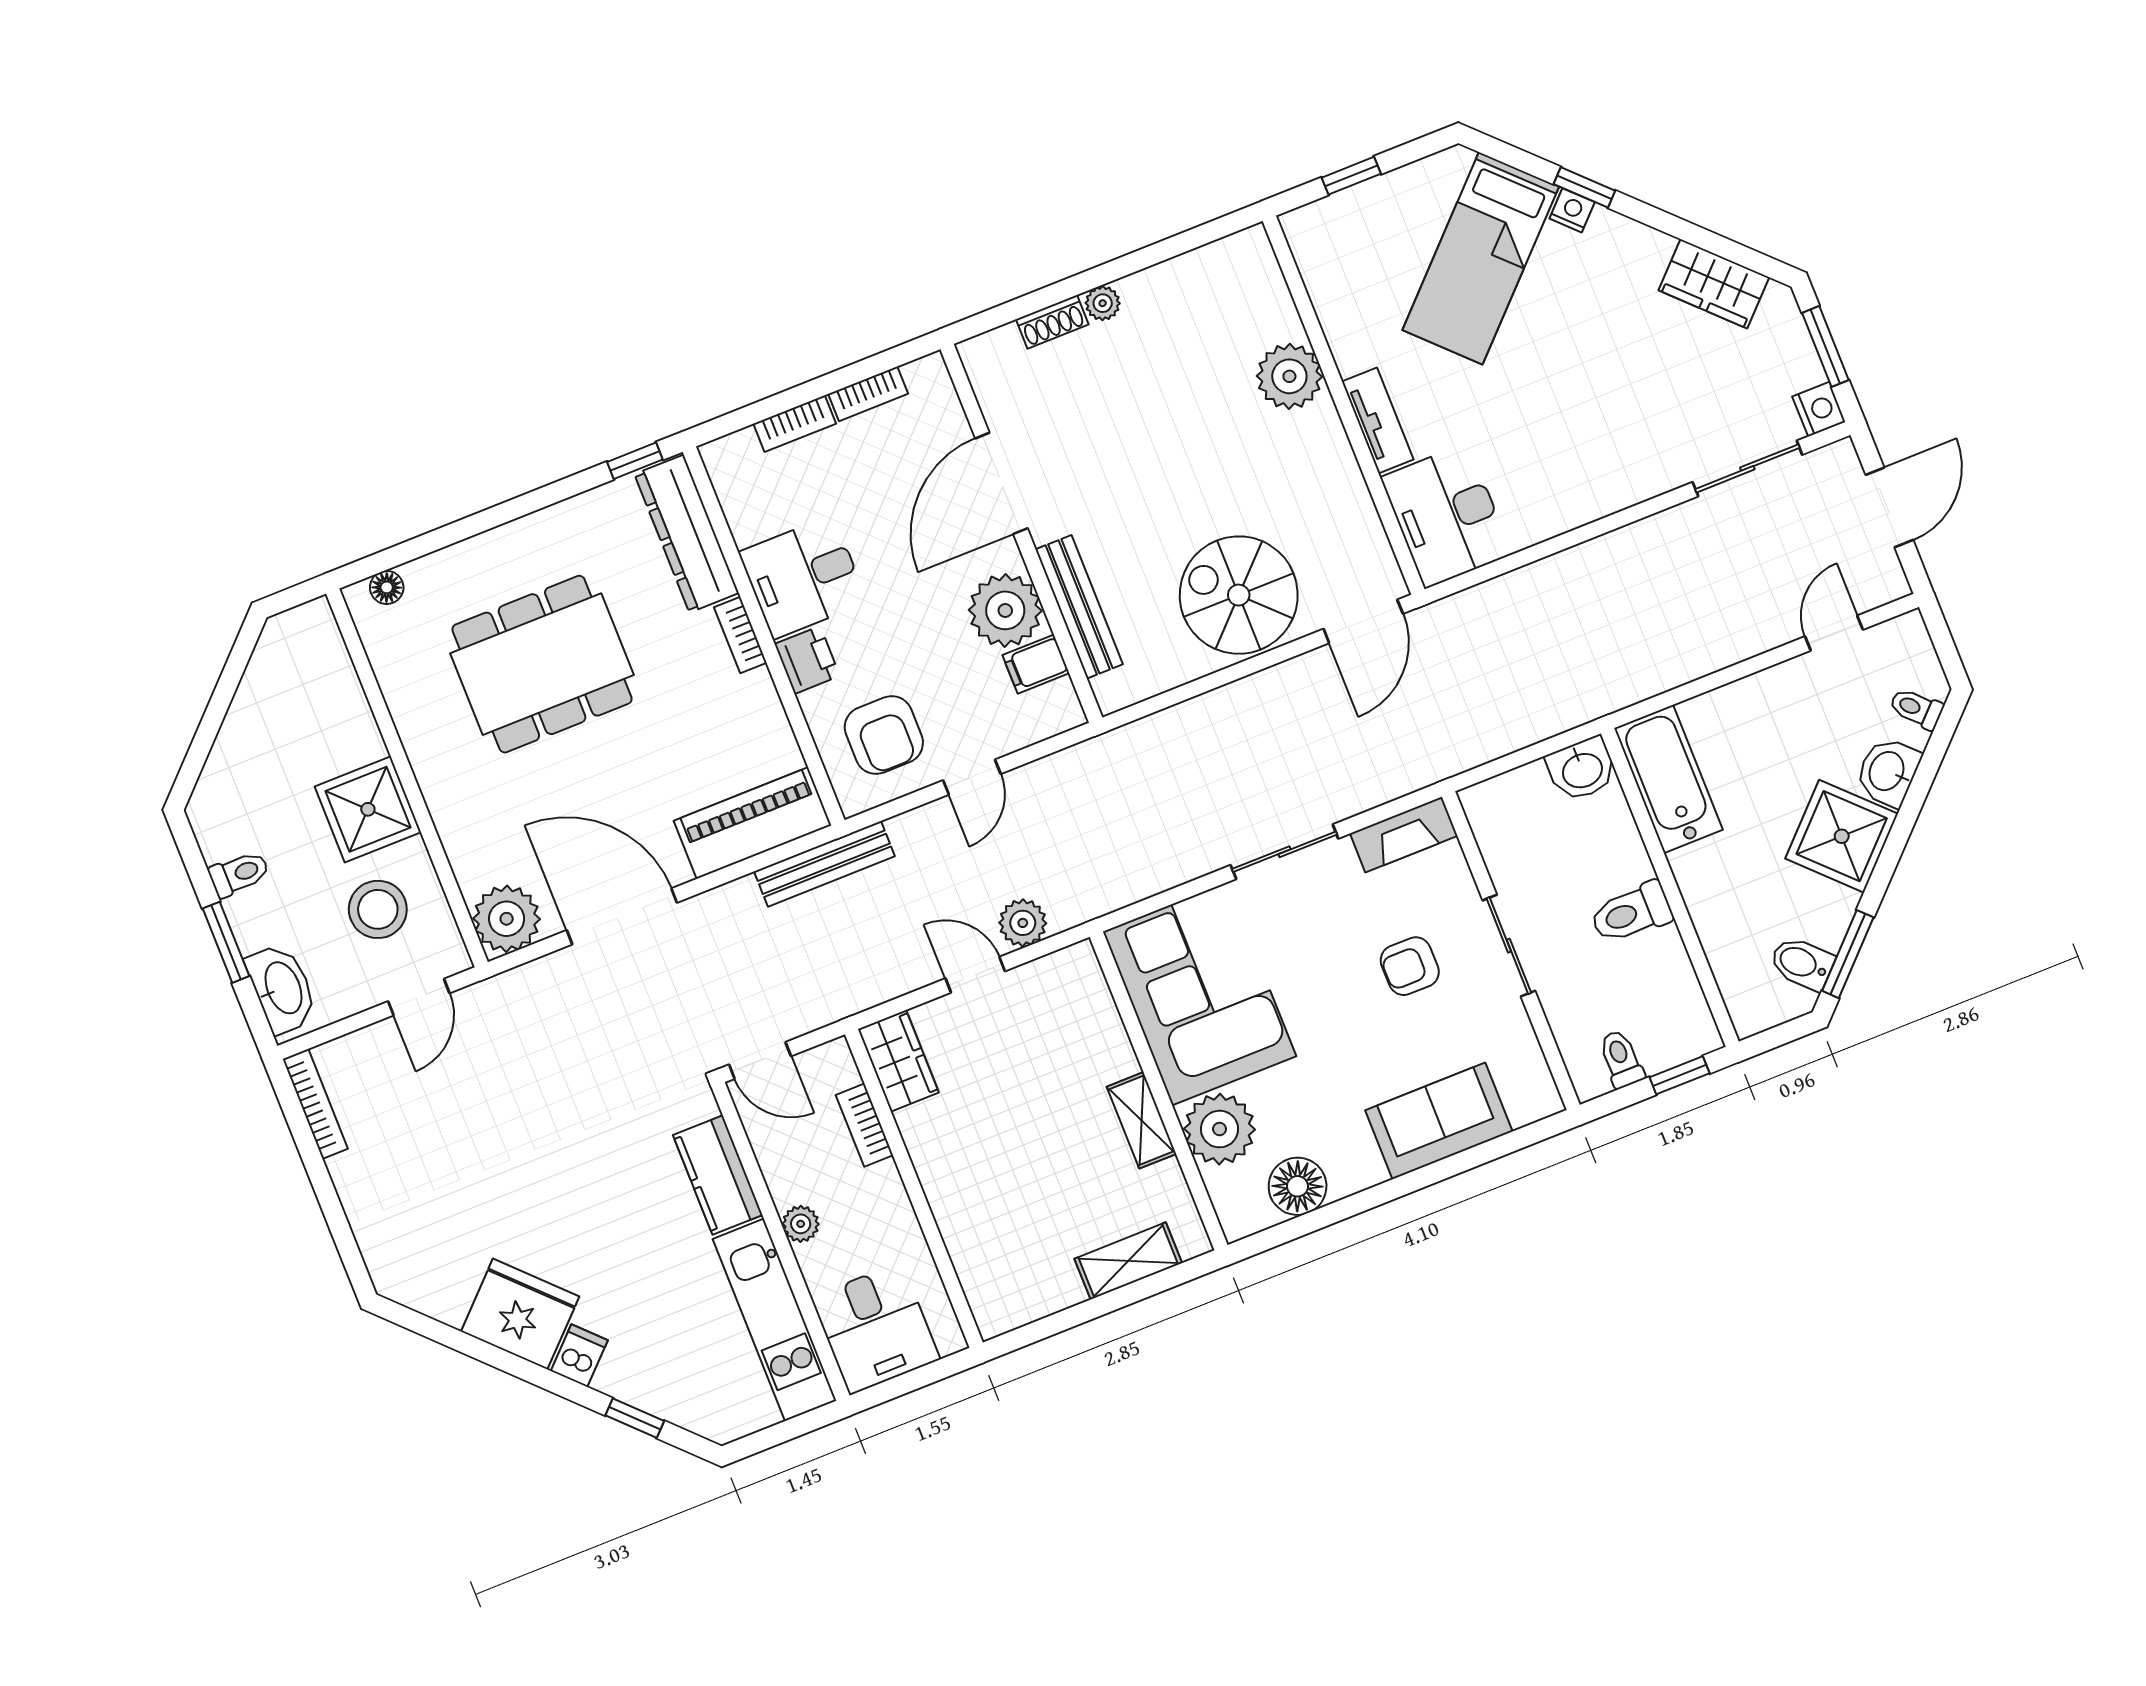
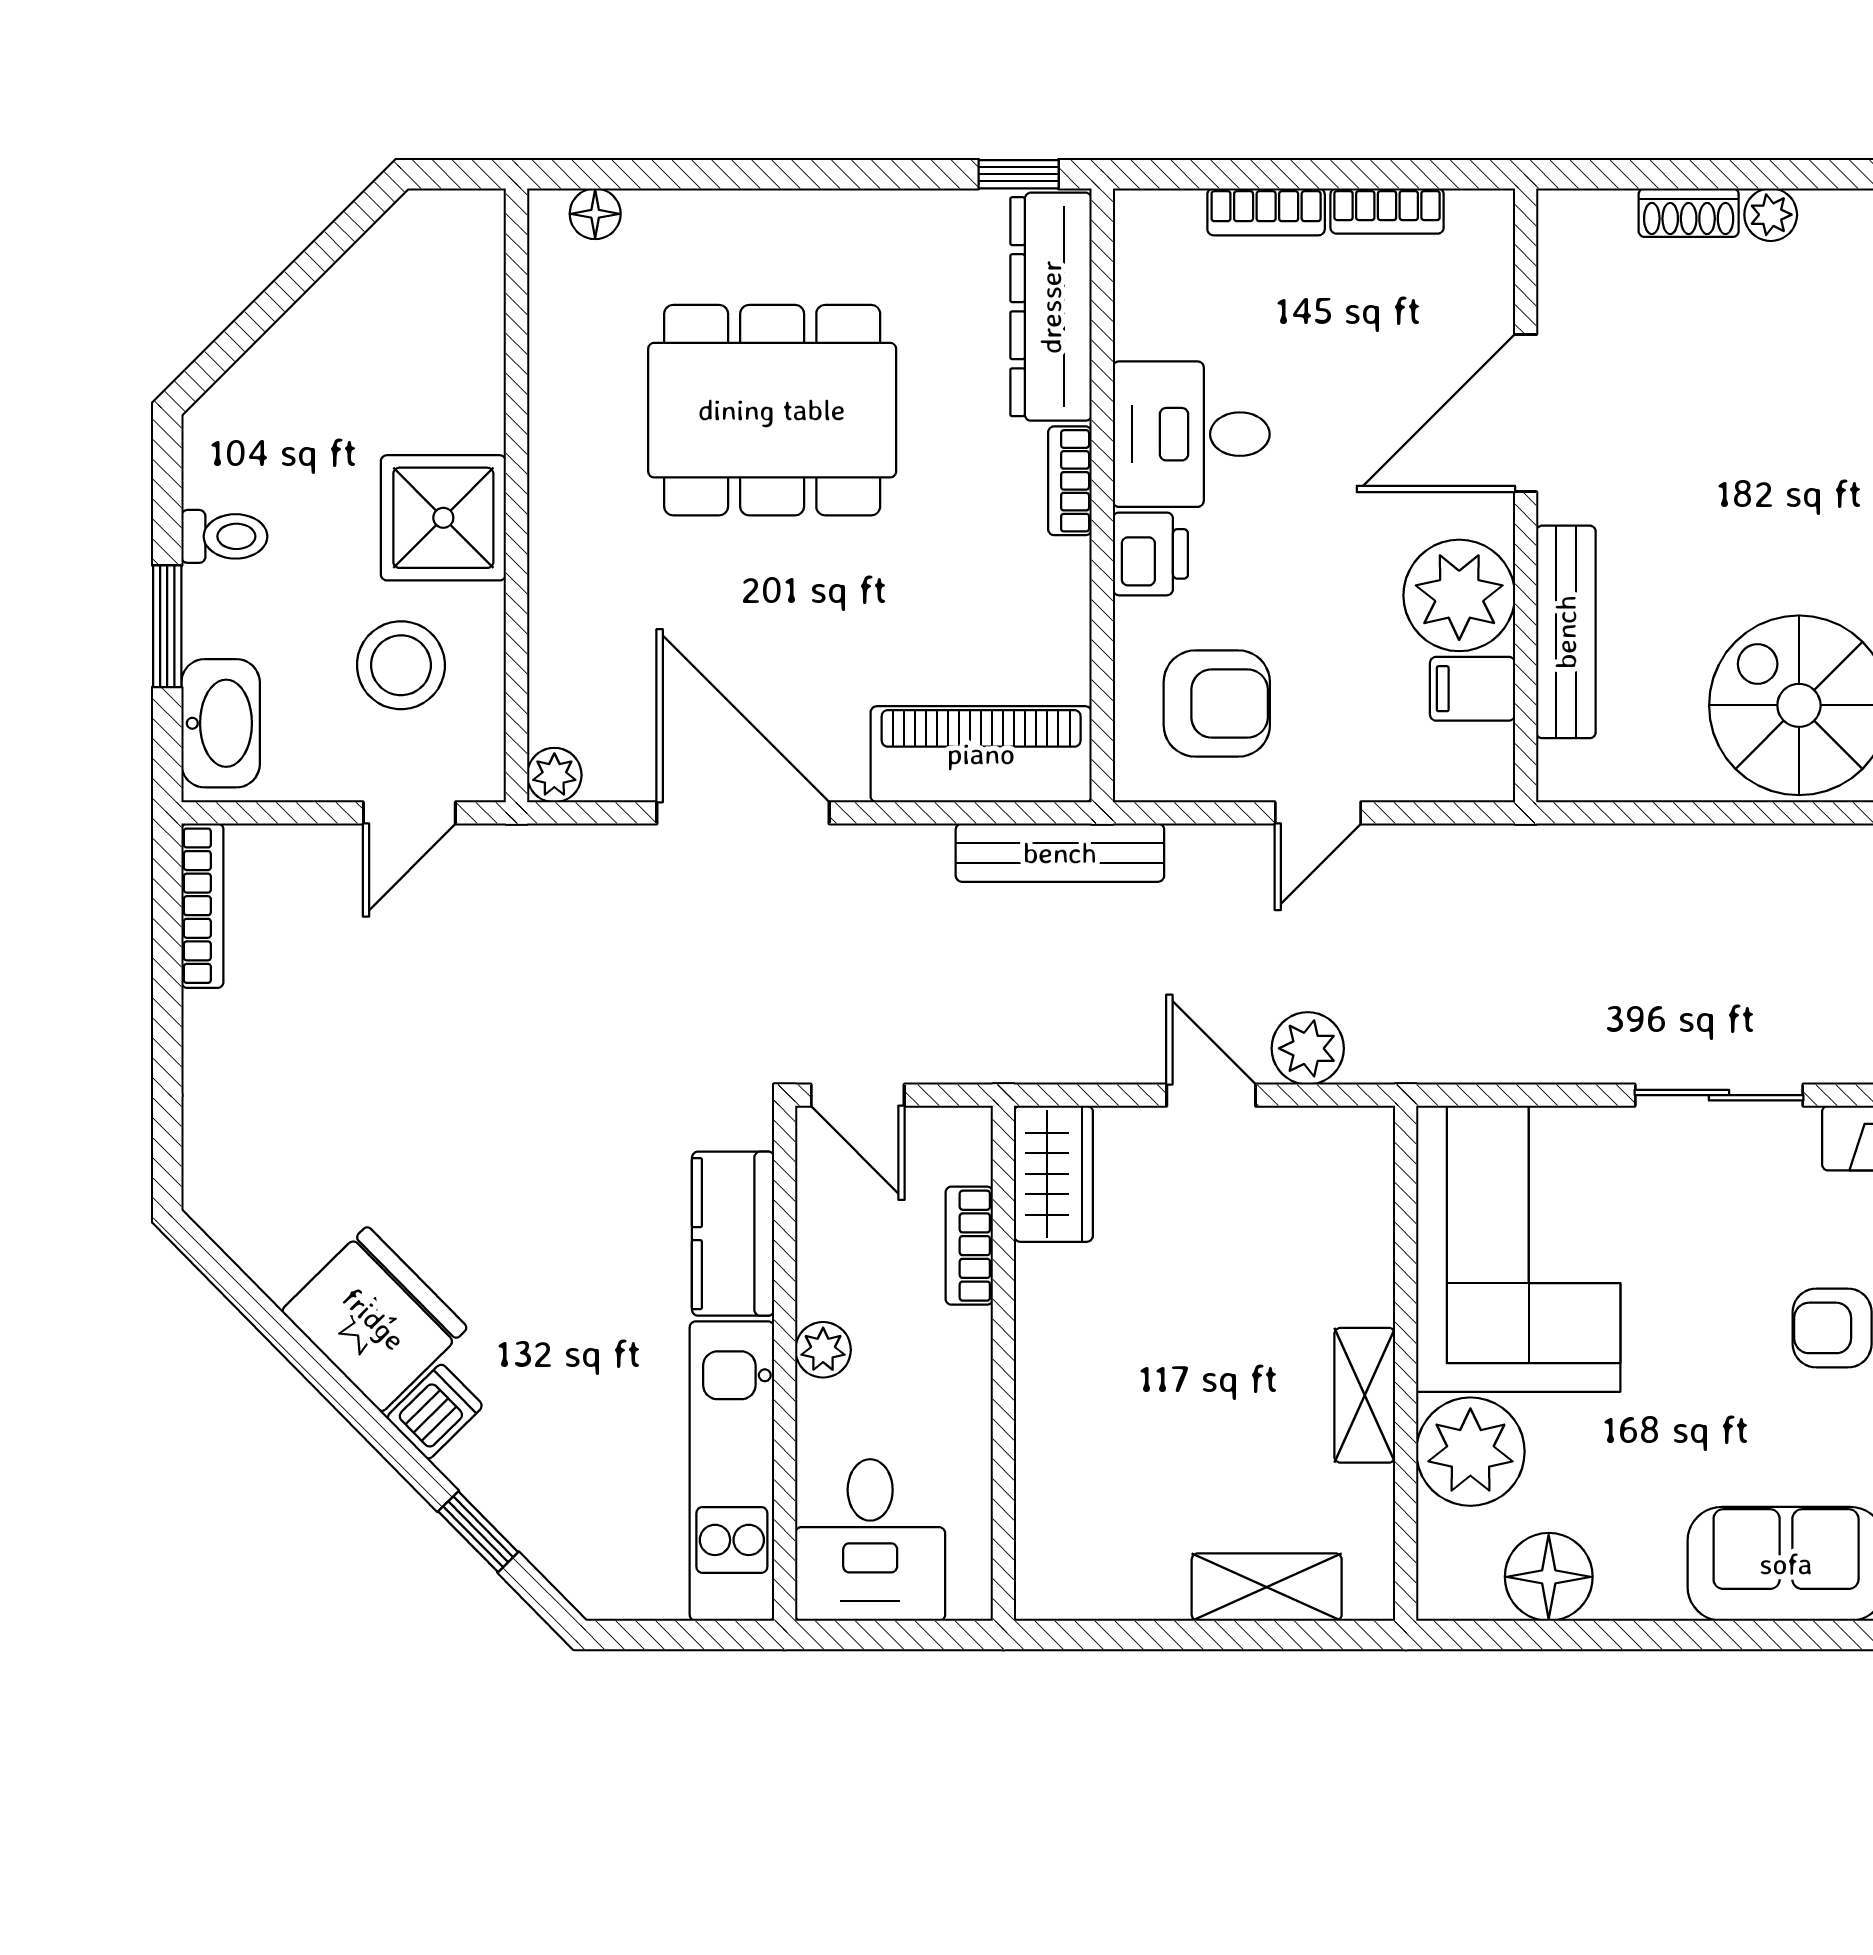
armchair: (884, 735) -> (1217, 704), turned -90
plant: (507, 919) -> (554, 775), width x0.53, depth x0.53

